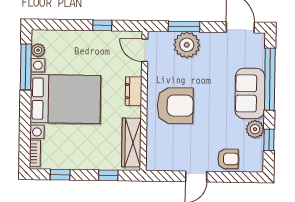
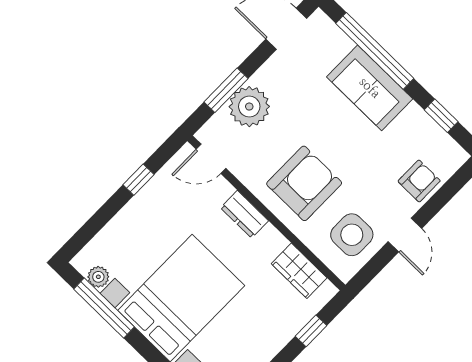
plant: (255, 129) -> (415, 120), removed
wardrobe: (131, 143) -> (299, 271), width x0.67
side table: (172, 151) -> (352, 235), added

